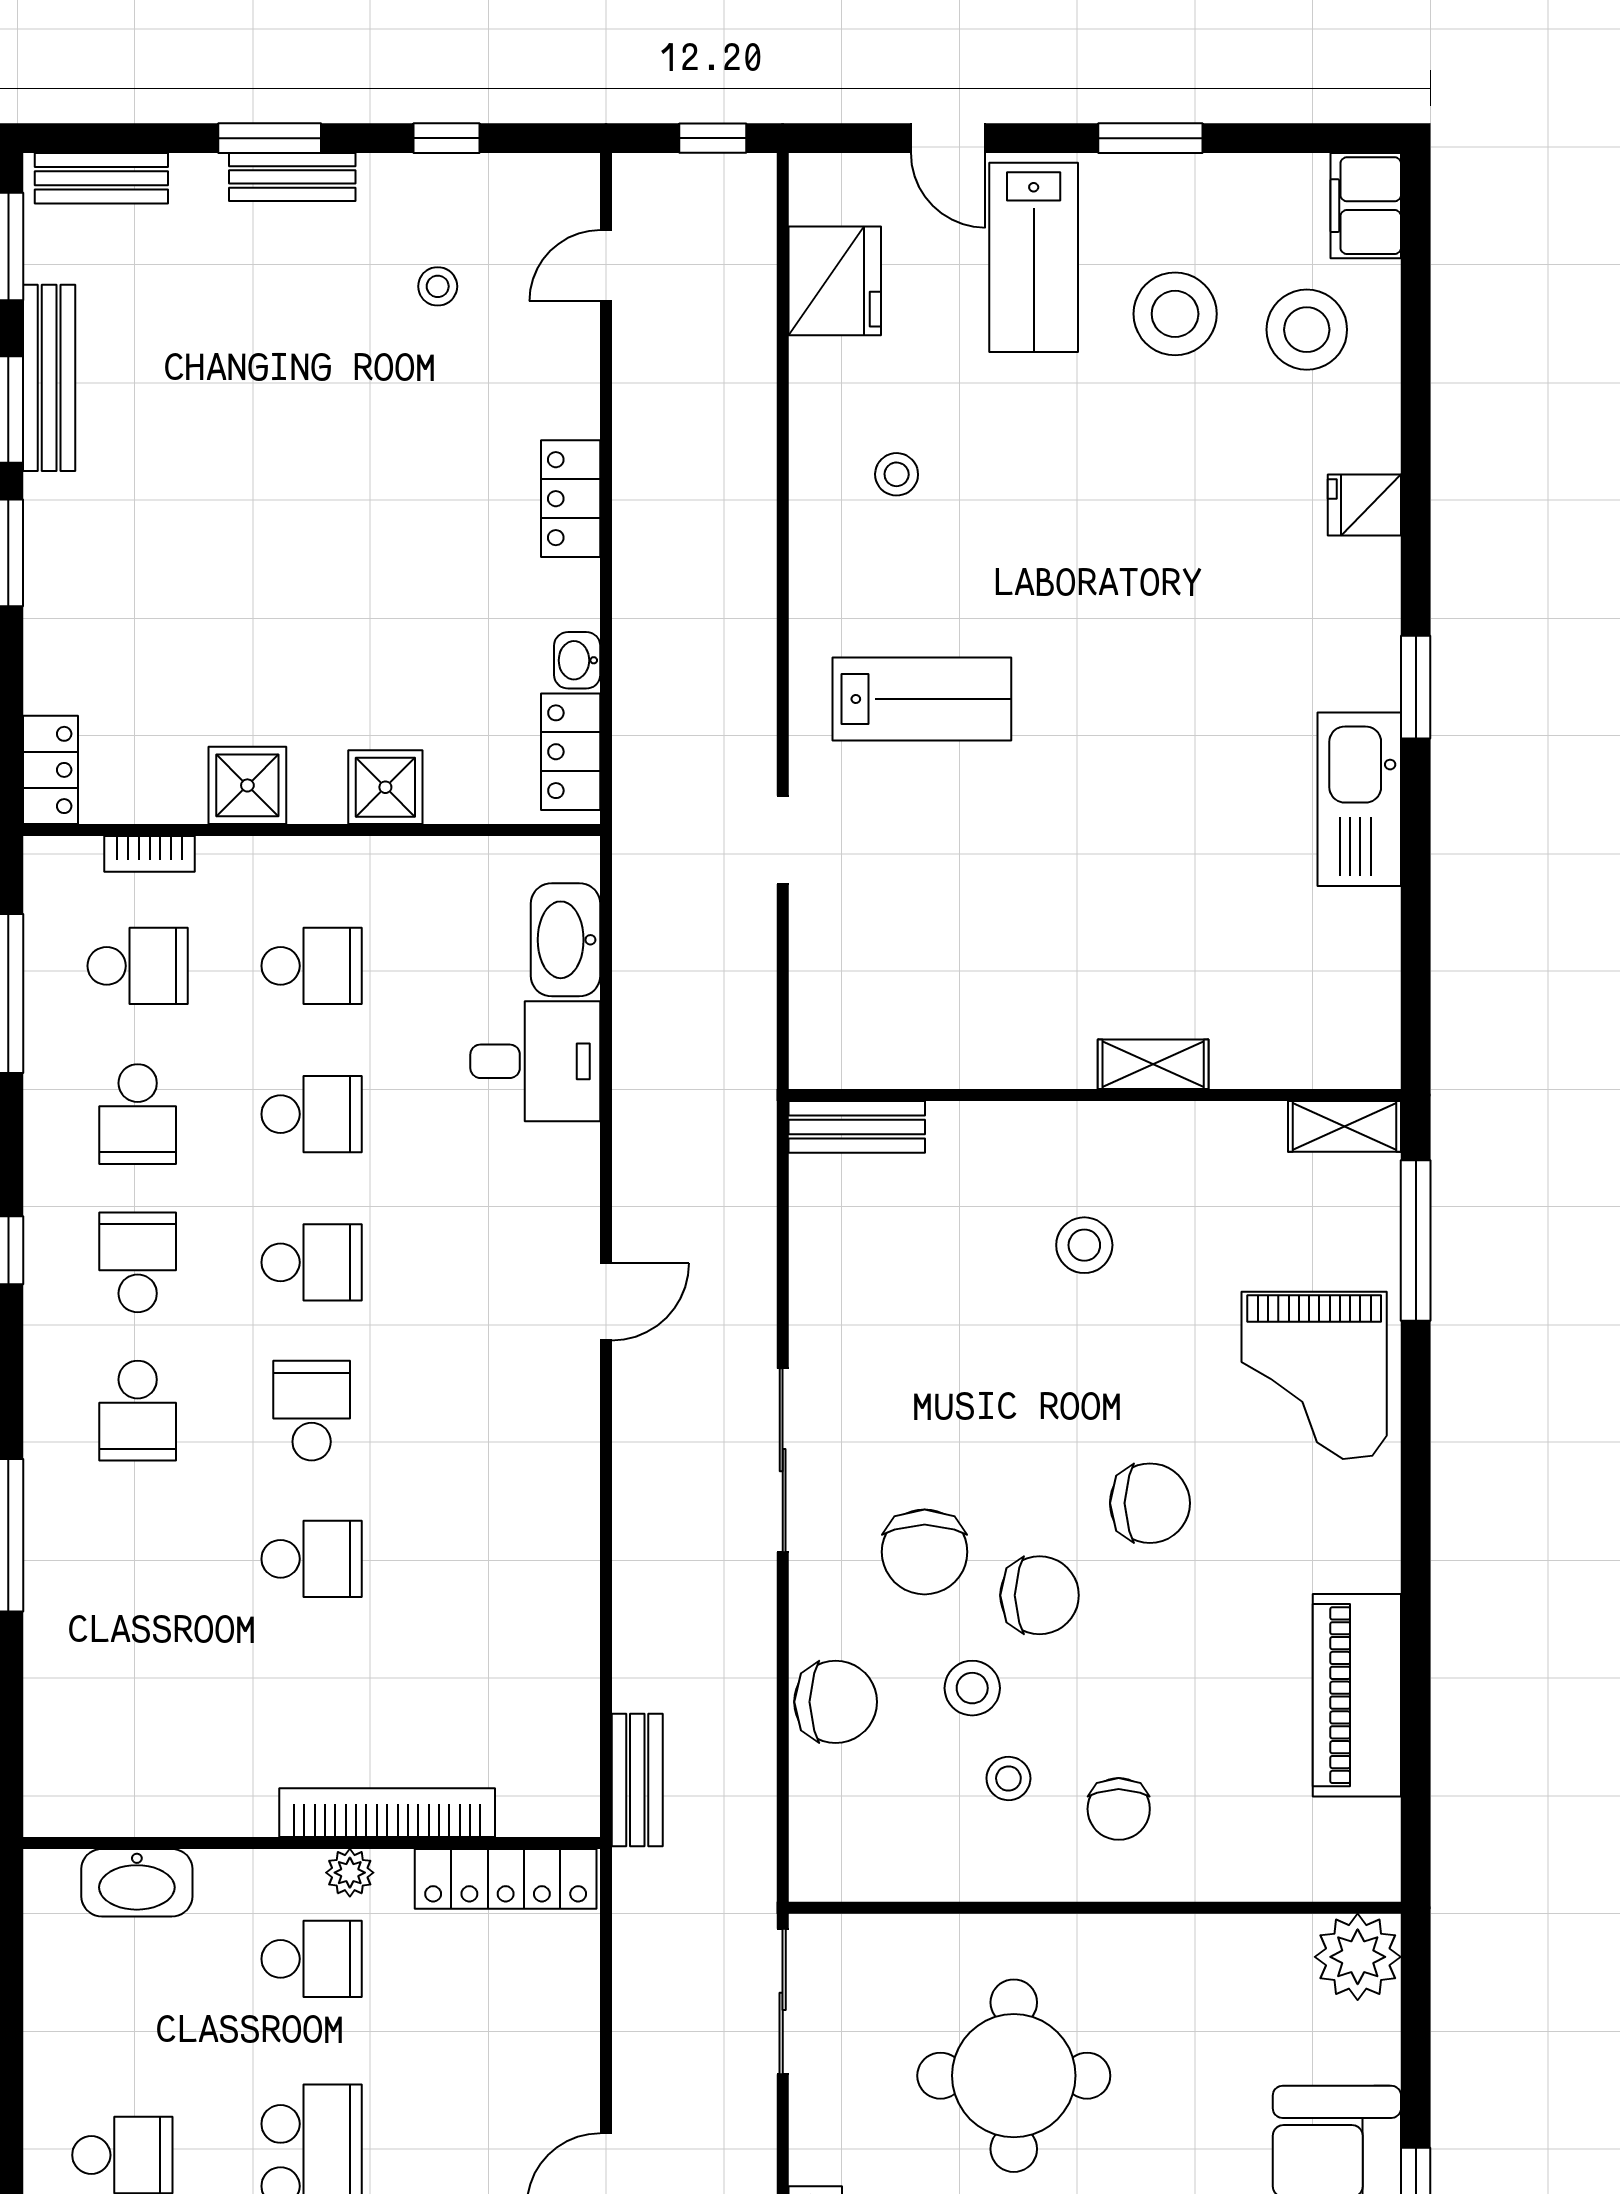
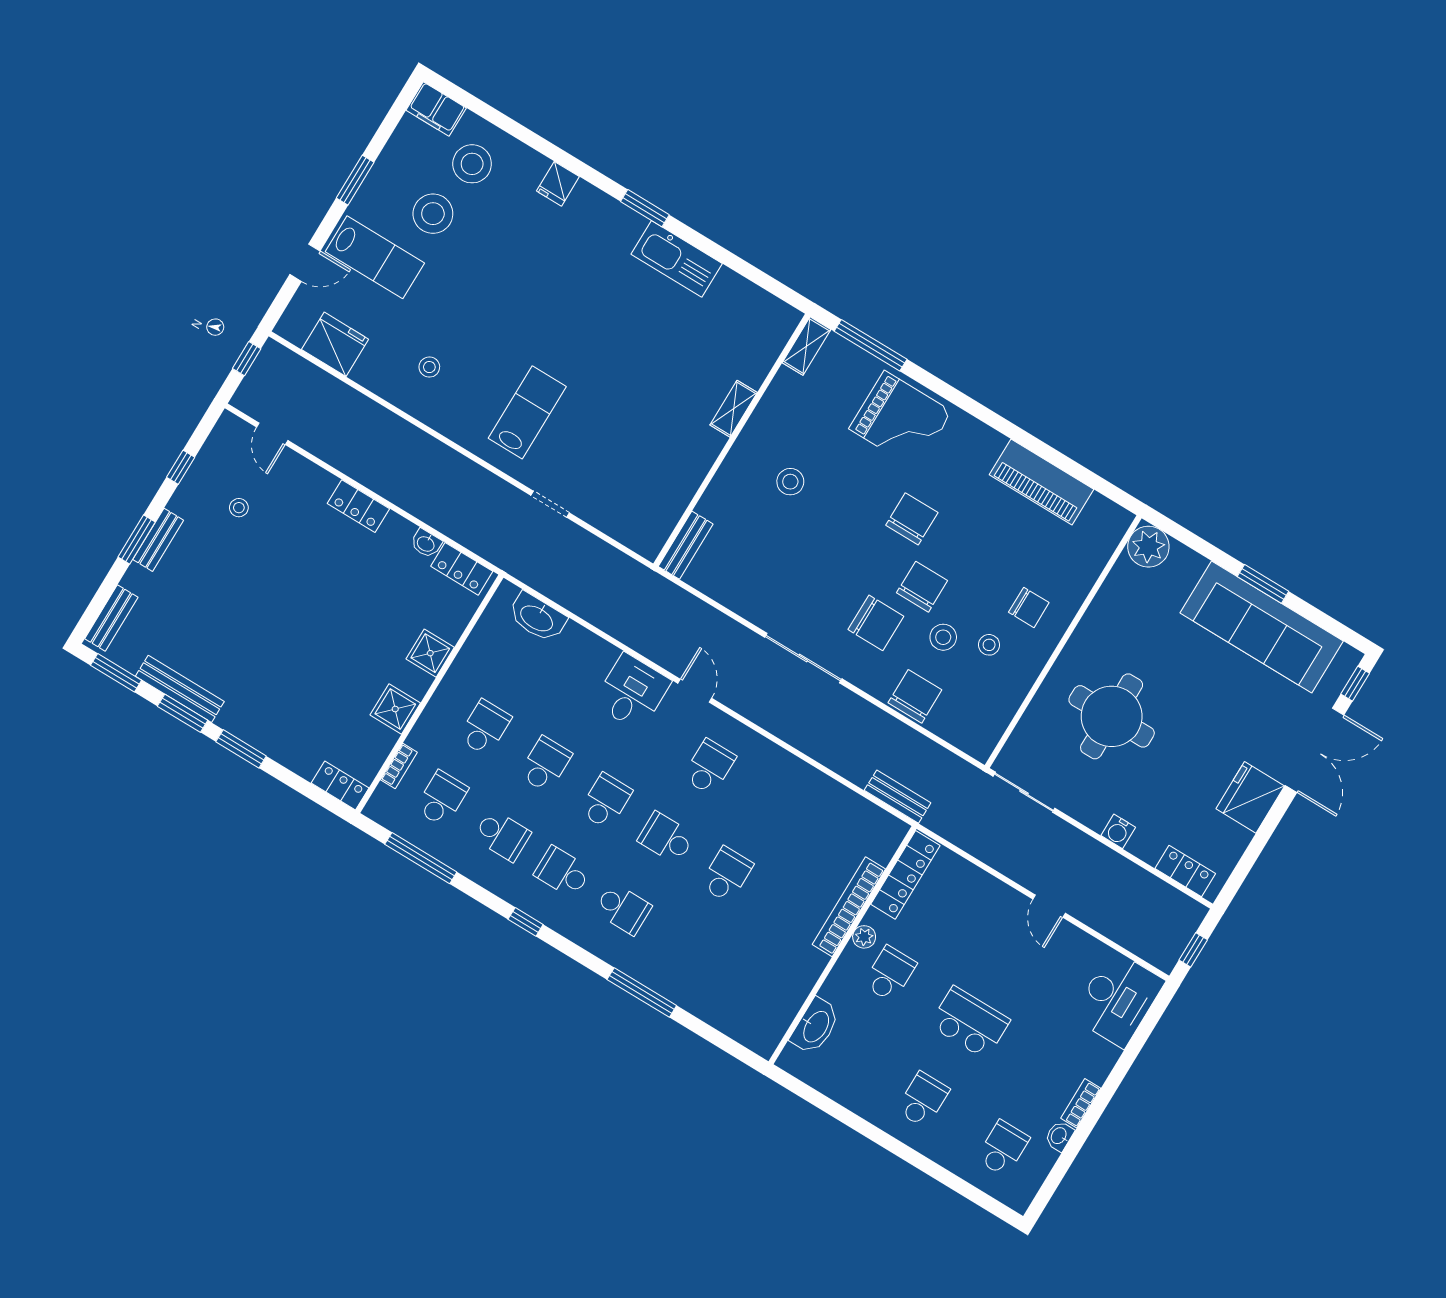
desk: (535, 1061) -> (632, 692), moved
school desk: (485, 1411) -> (709, 767), added

